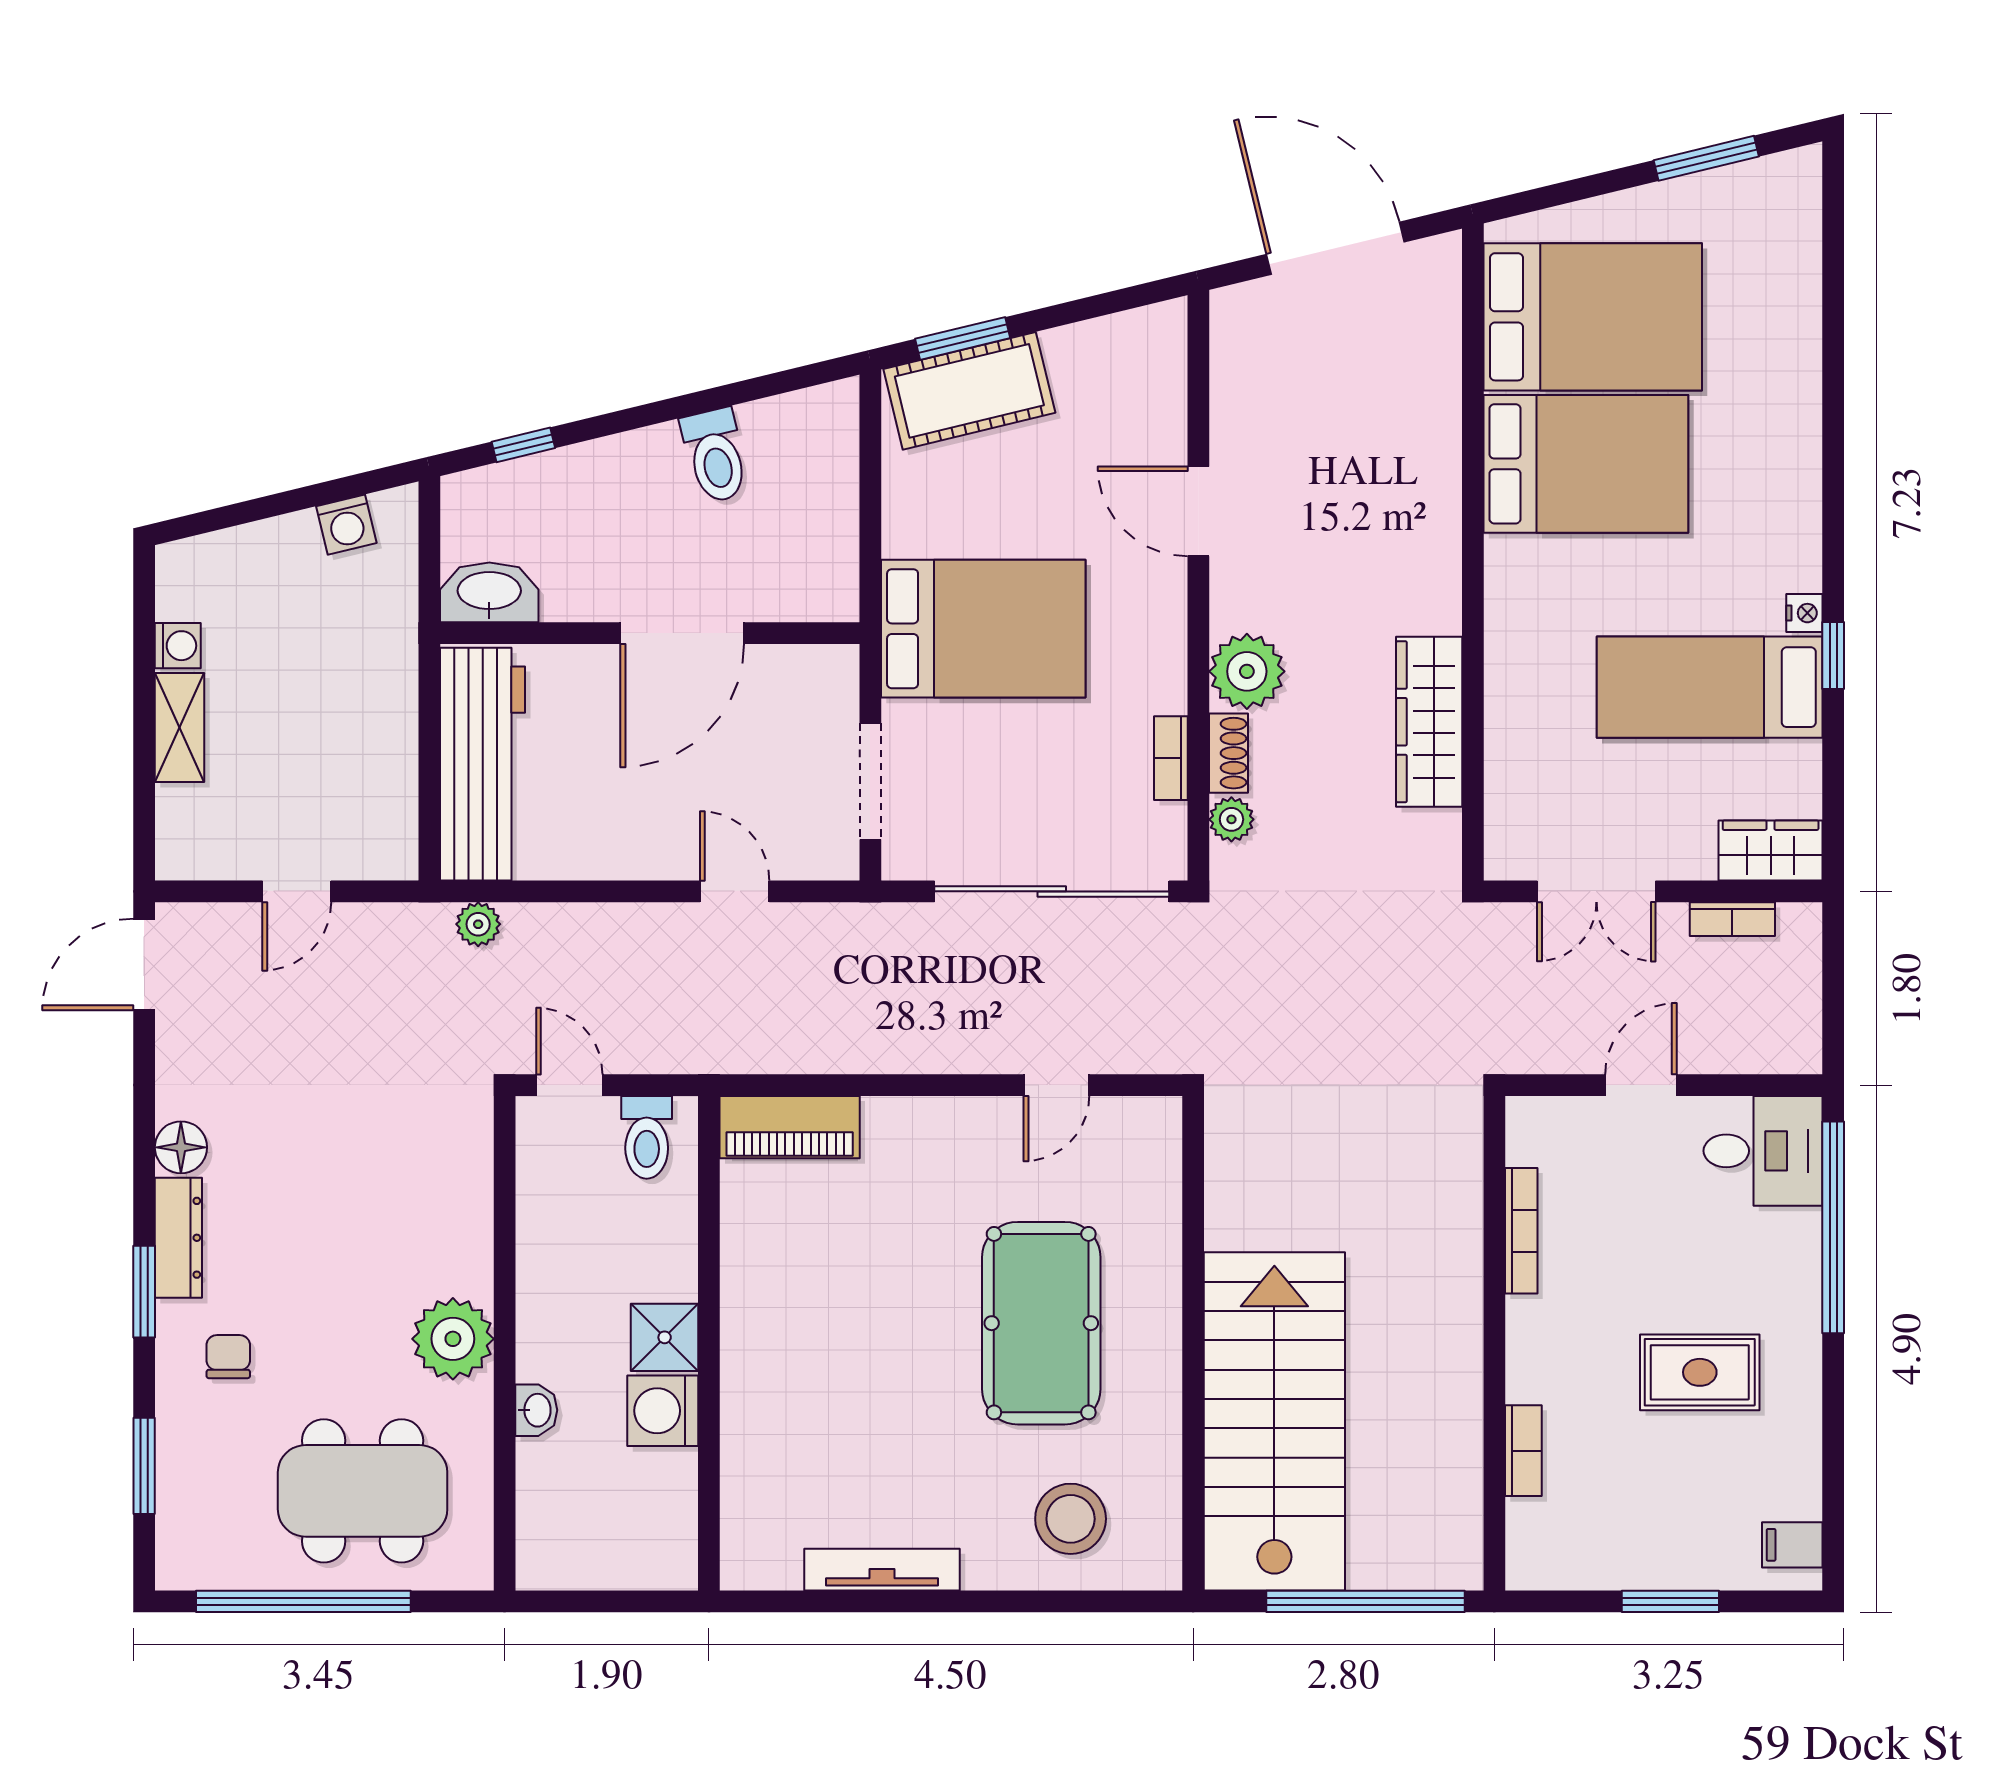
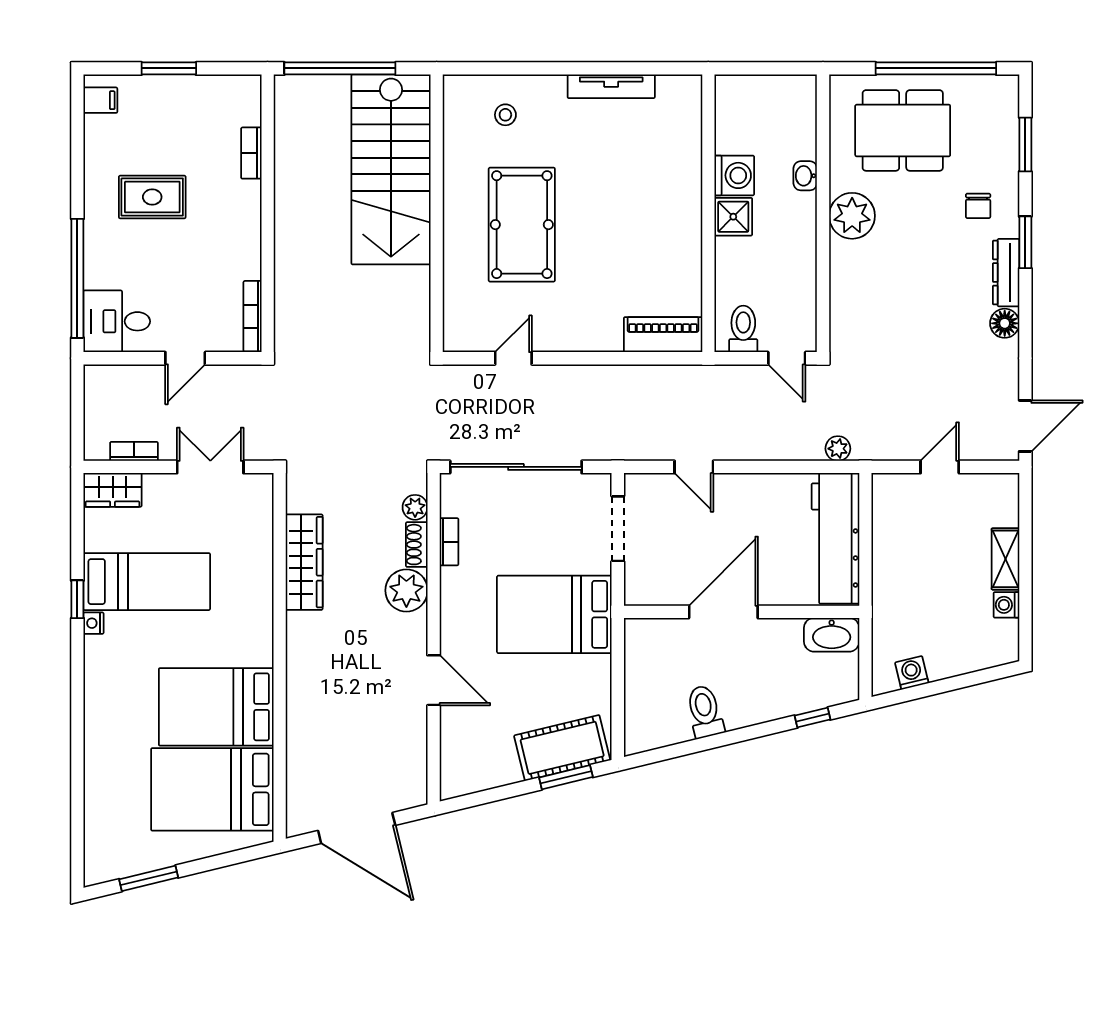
bookcase: (1521, 1231) -> (252, 316), moved
stool: (1071, 1519) -> (505, 115), width x0.53, depth x0.53

